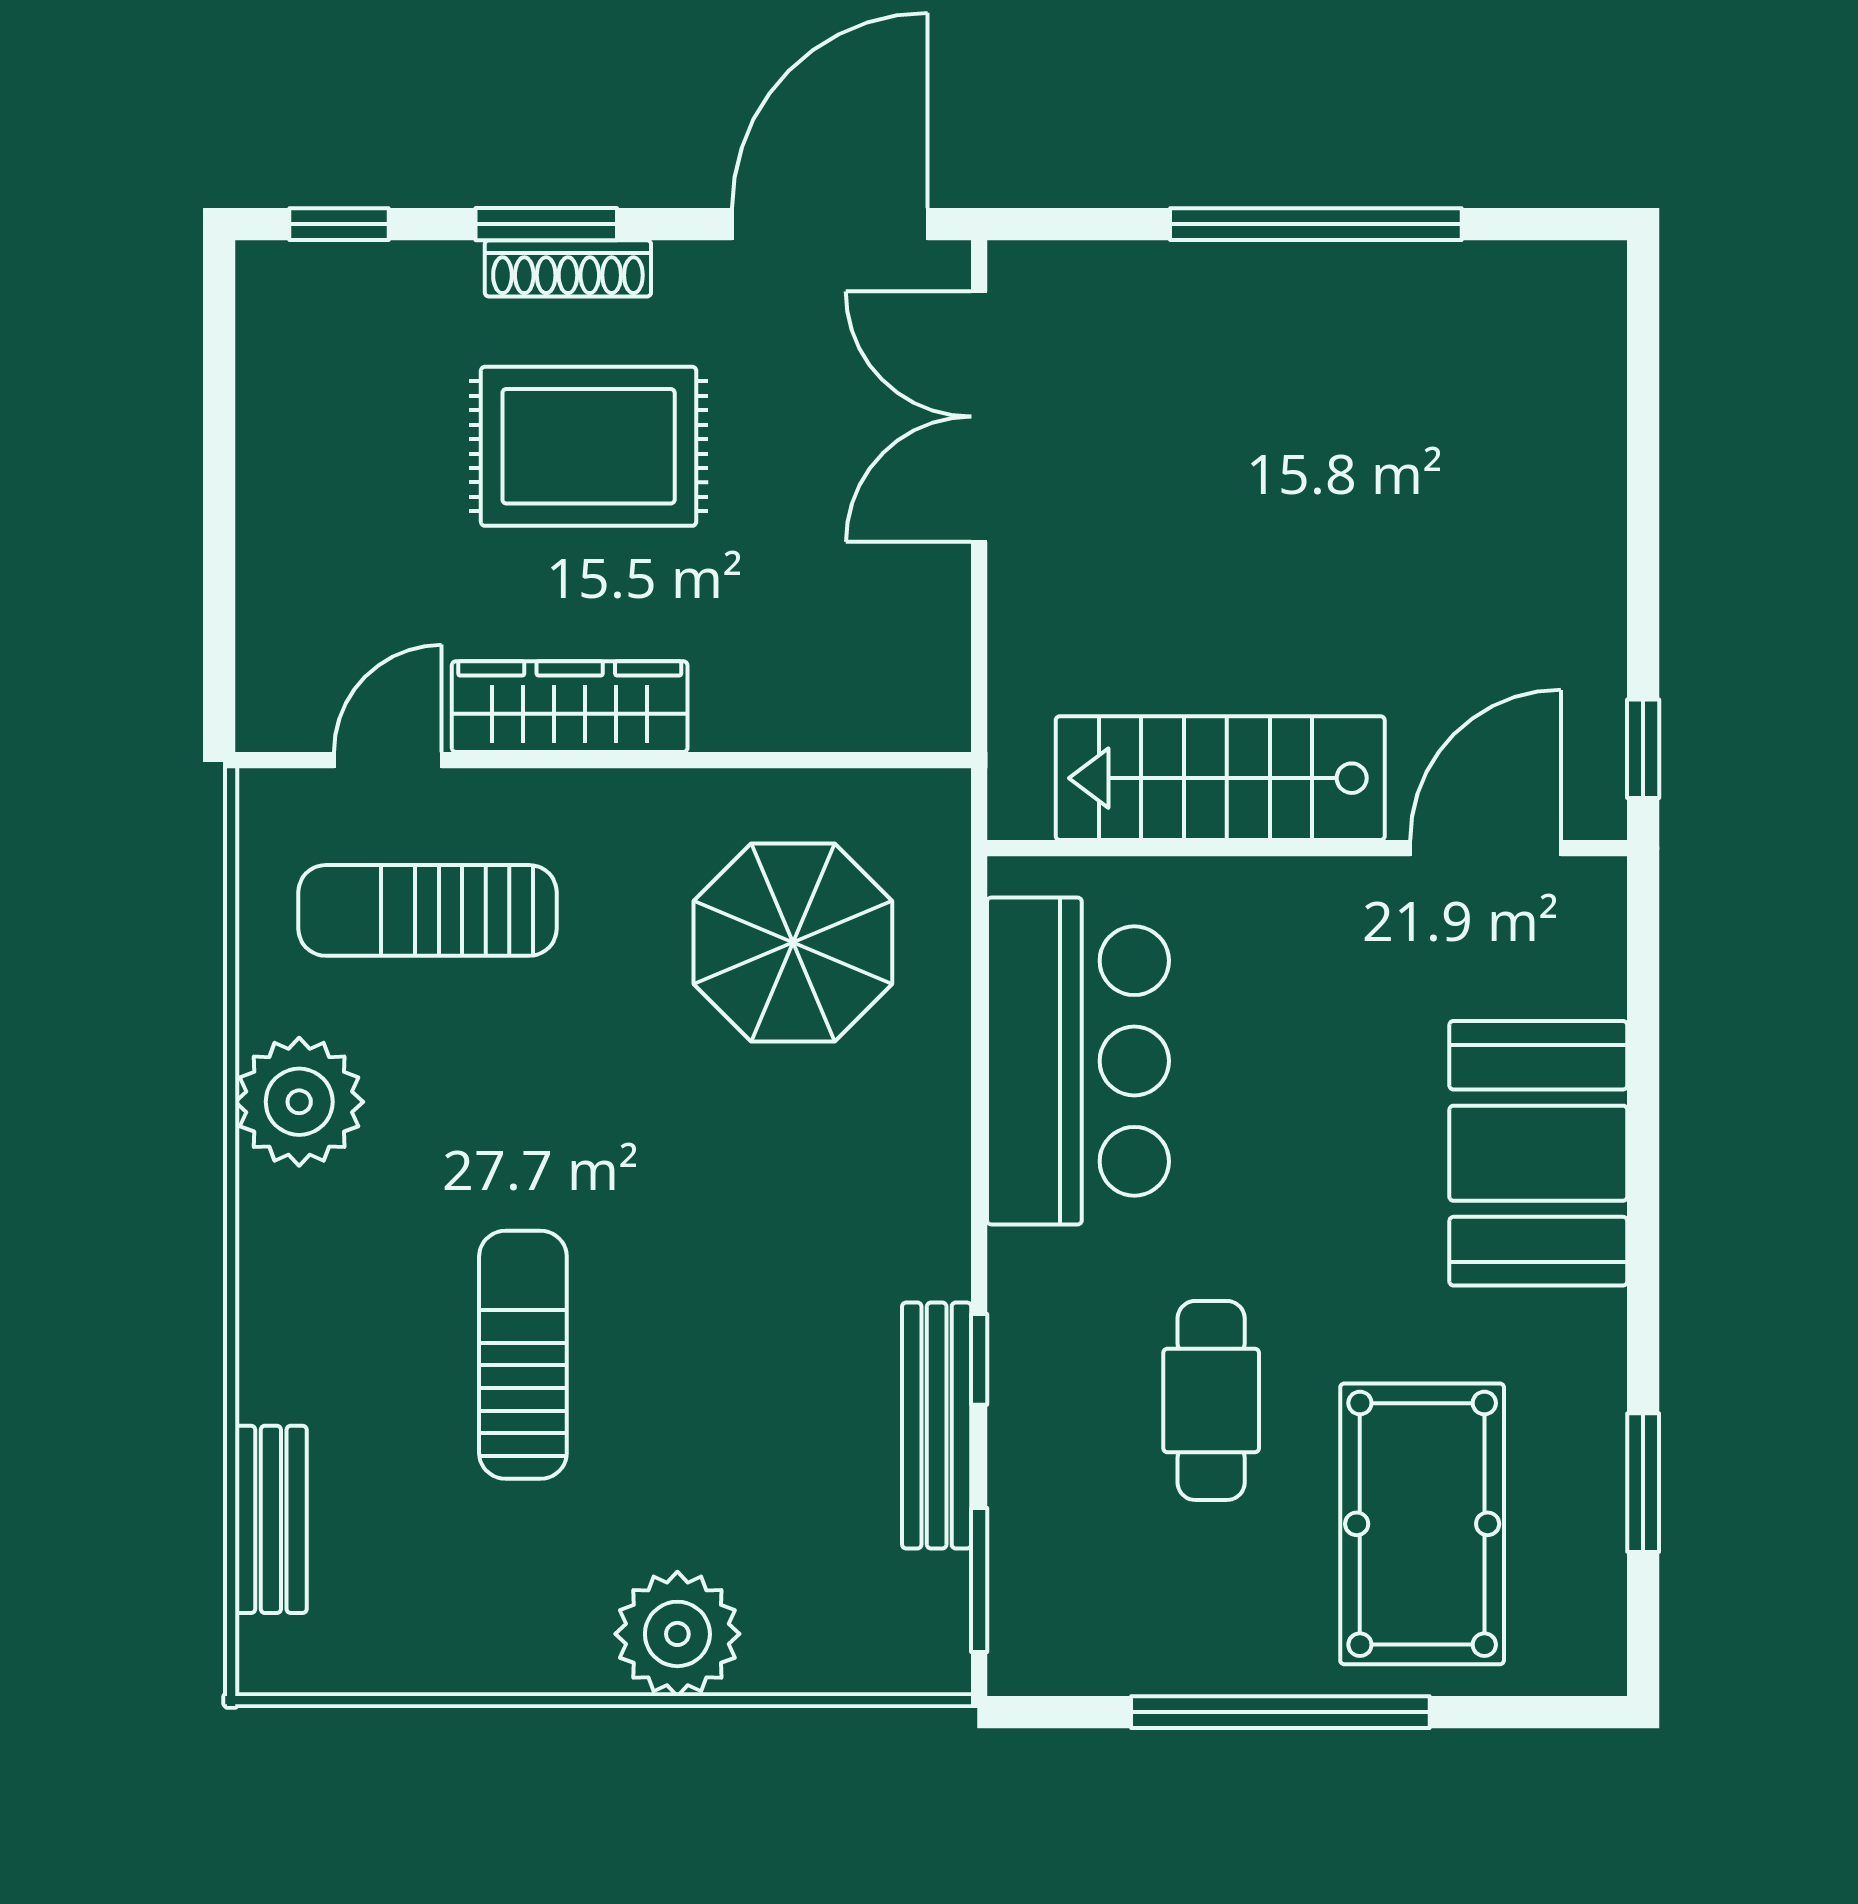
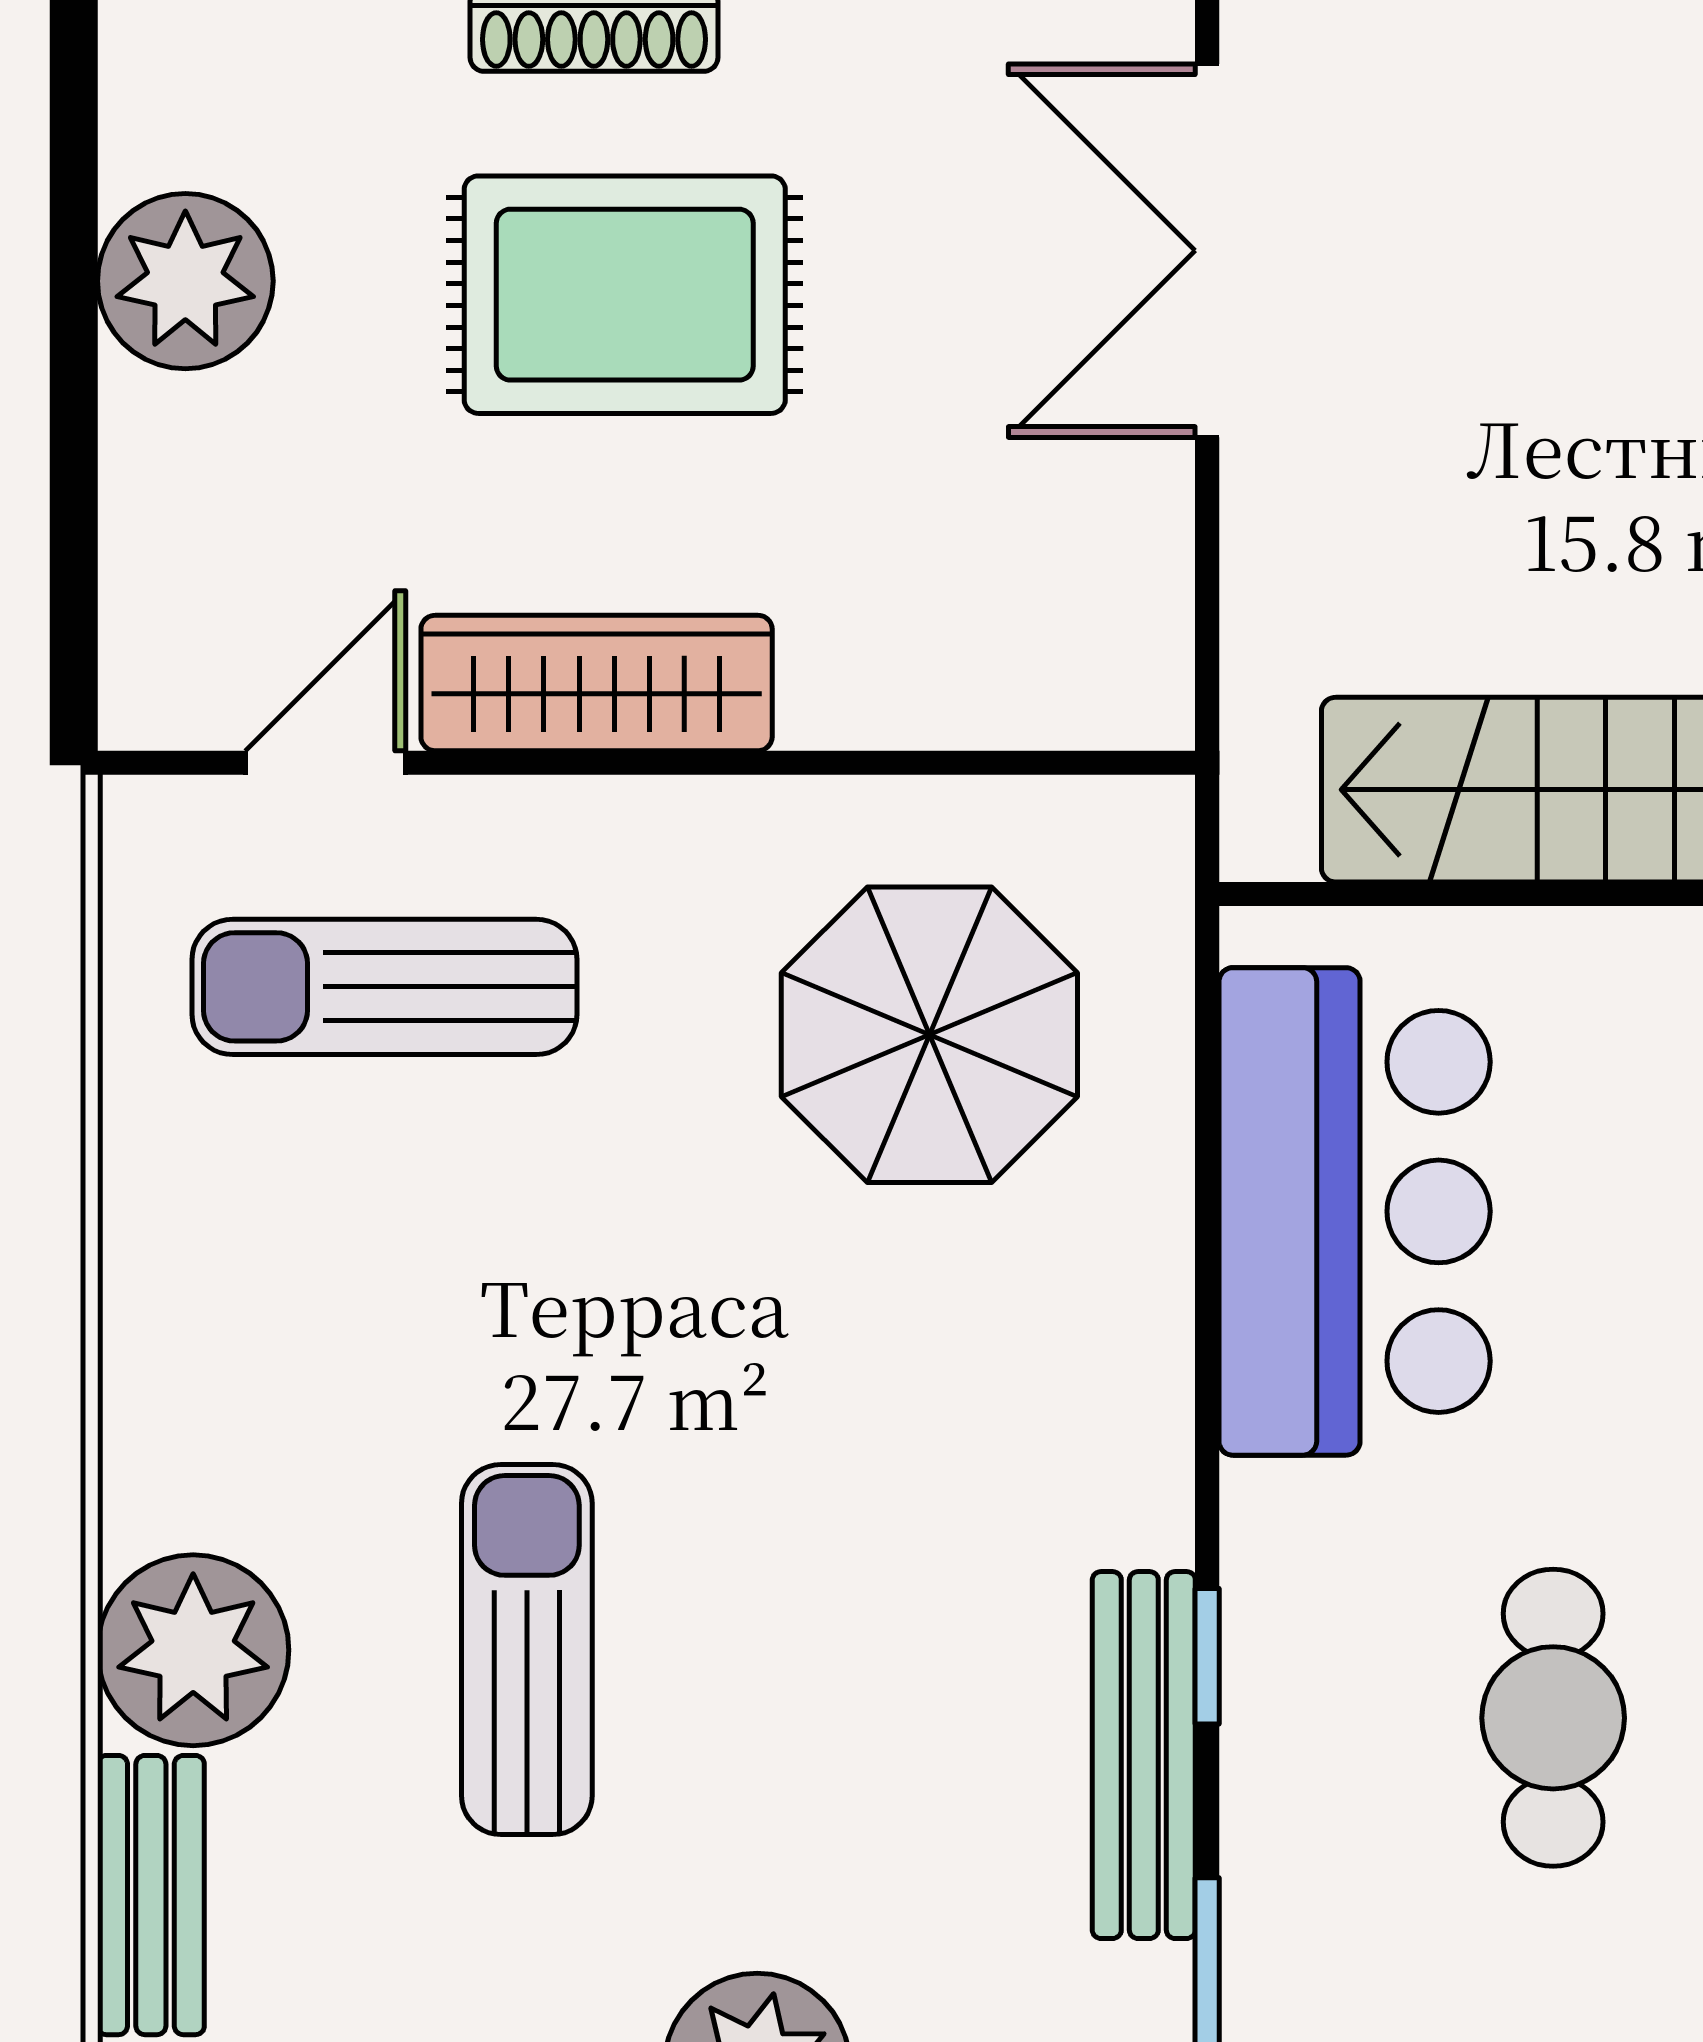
plant: (294, 437) -> (185, 281), added
plant: (299, 1102) -> (193, 1650), moved

